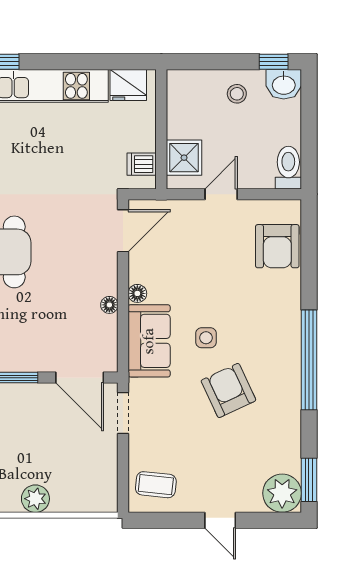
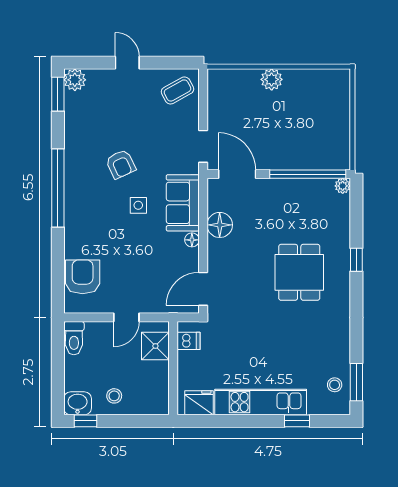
floor lamp: (109, 305) -> (220, 225), width x1.89, depth x1.89
armchair: (228, 390) -> (121, 164), width x0.72, depth x0.72
coffee table: (156, 485) -> (177, 90), turned -35
plant: (282, 493) -> (75, 80), width x0.73, depth x0.73

